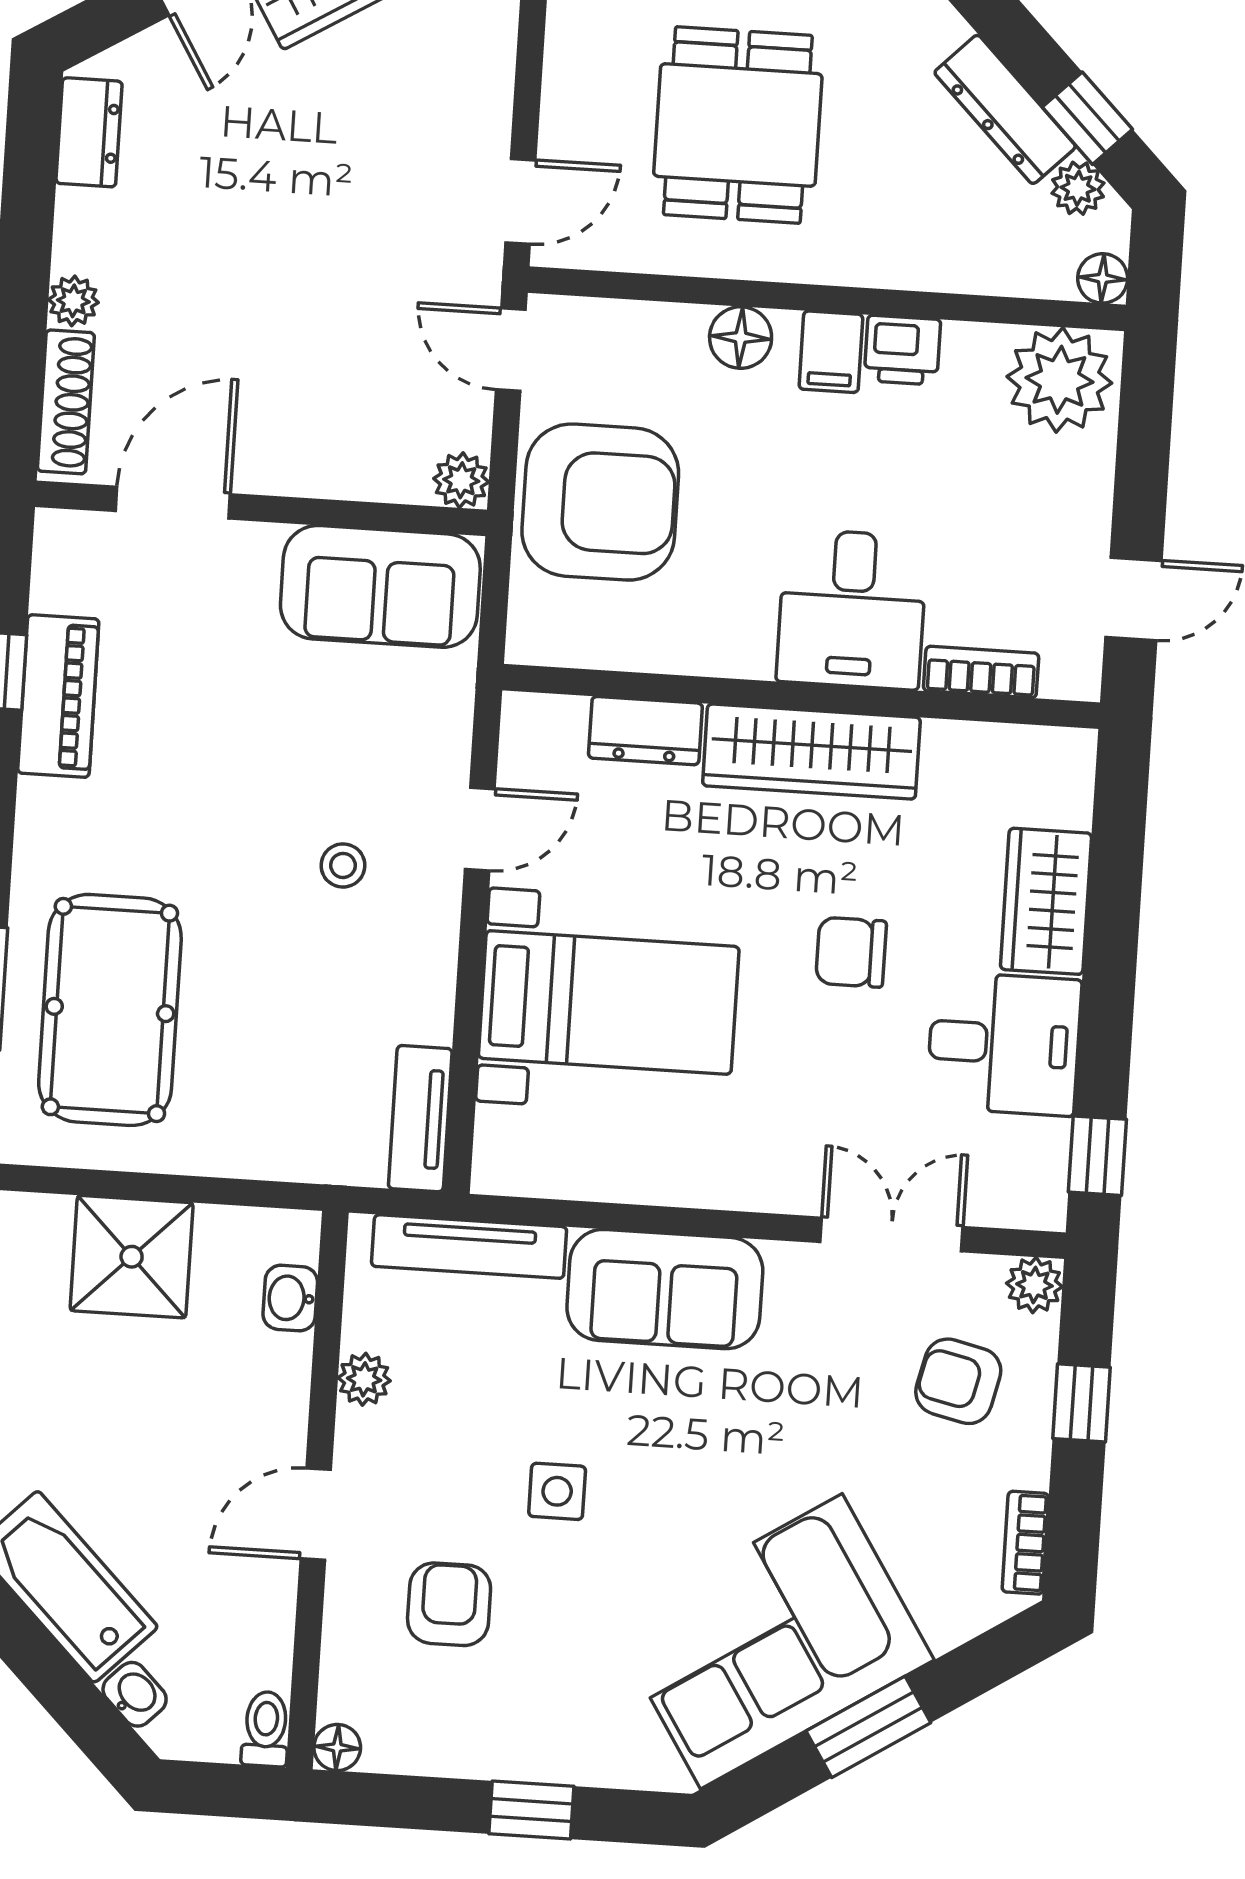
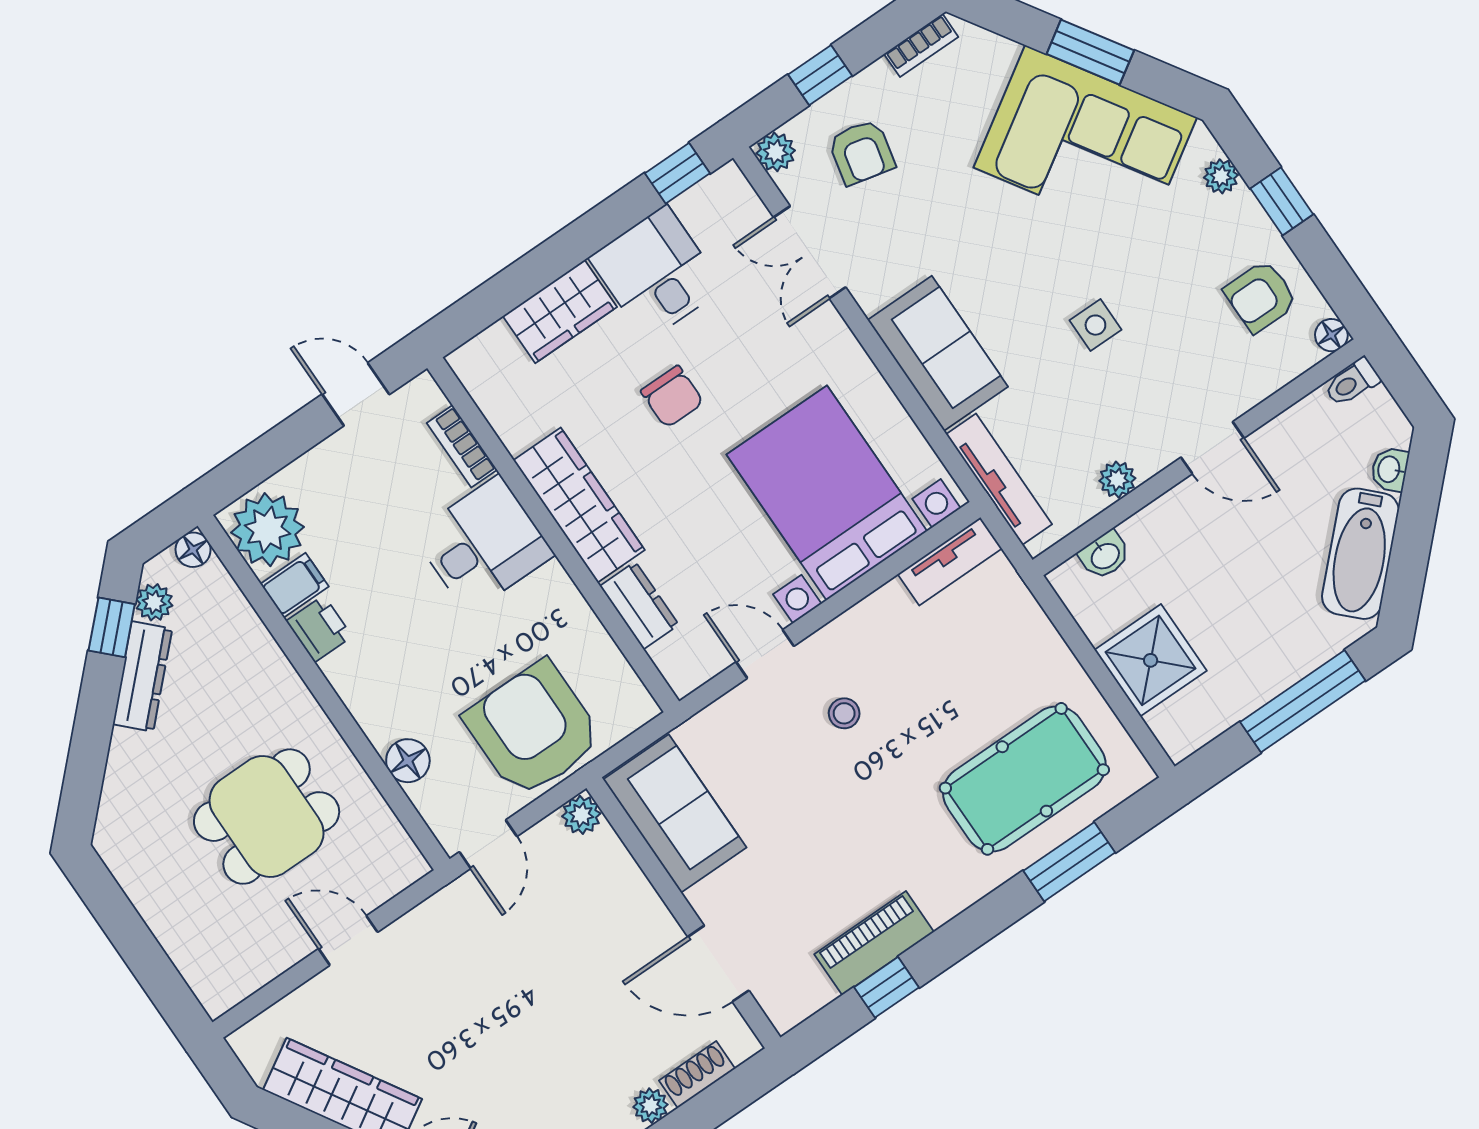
door: (520, 201) -> (348, 940), moved
floor lamp: (741, 338) -> (408, 761), moved
filing cabinet: (831, 352) -> (294, 585), moved
shoe rack: (66, 402) -> (697, 1075), width x0.70
bed with nightstands: (609, 1002) -> (827, 493), width x1.36
armchair: (449, 1604) -> (1261, 296), moved
plant: (613, 1764) -> (1221, 176), added

